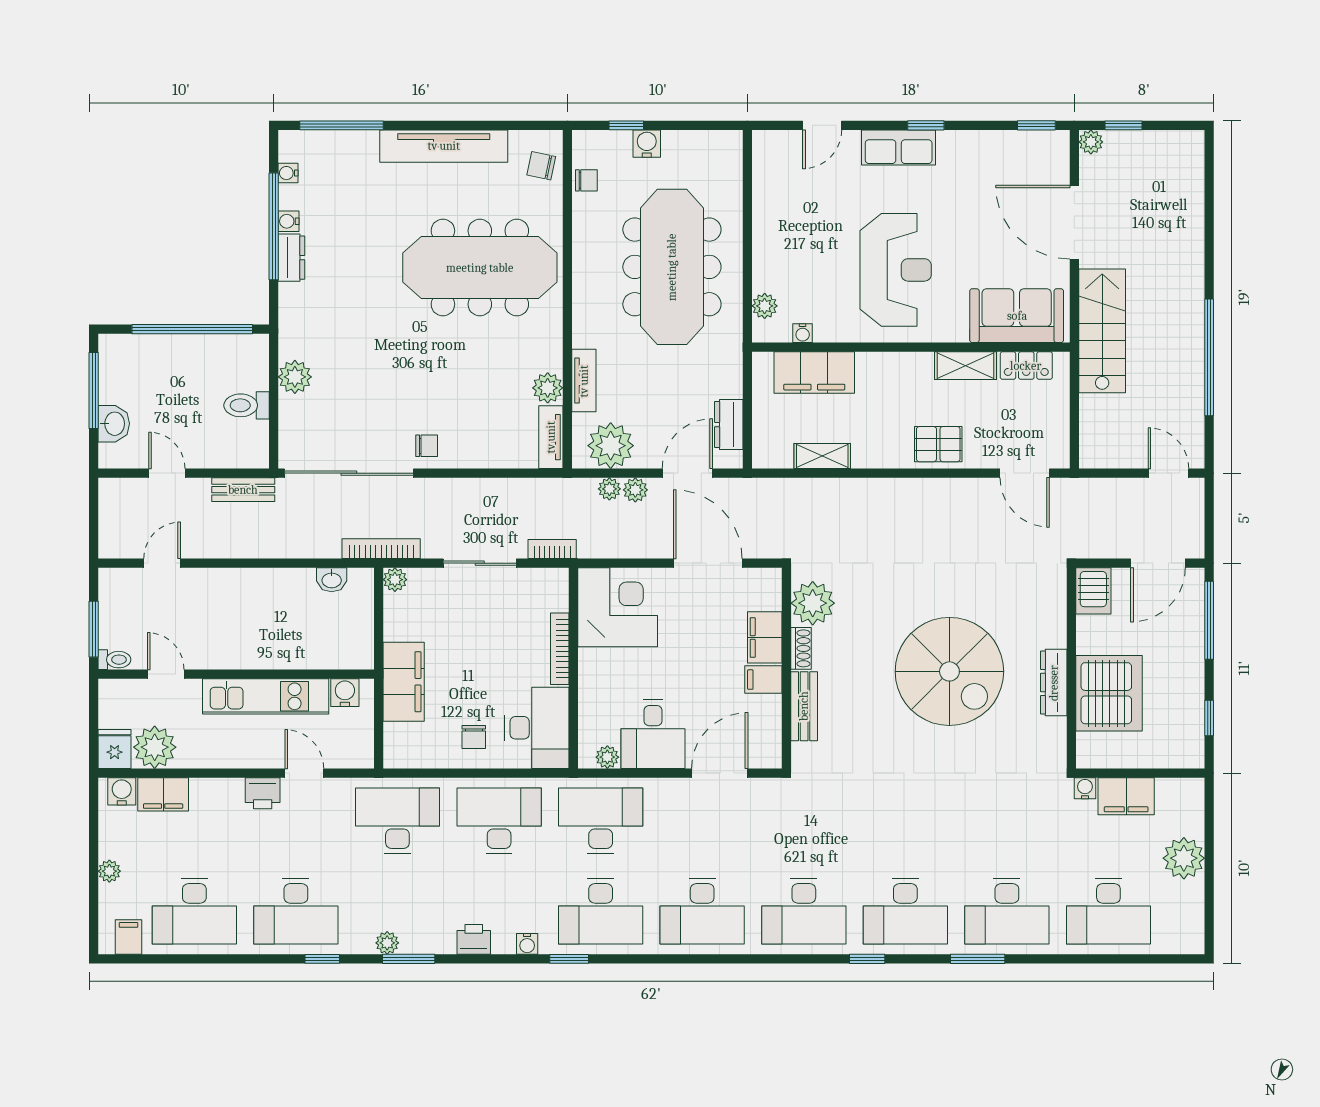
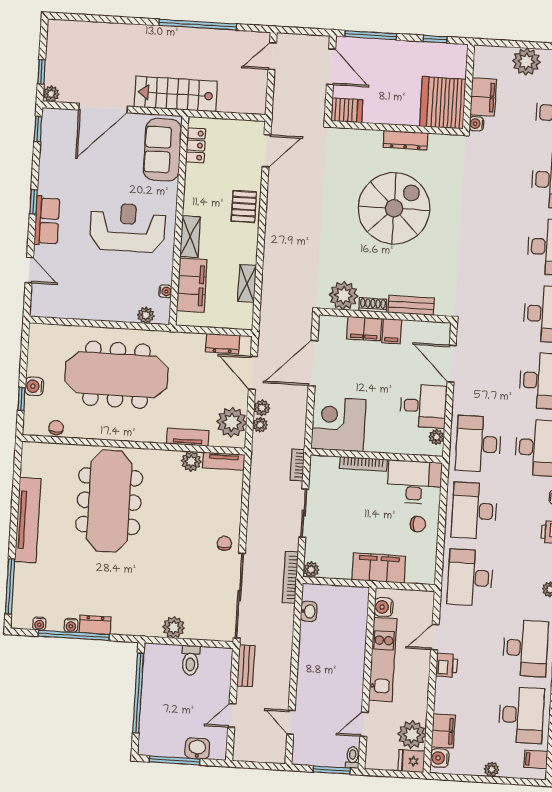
chair: (541, 166) -> (45, 457), removed
shelving: (966, 366) -> (190, 237), moved
server rack: (1109, 693) -> (443, 103), moved, turned -90

